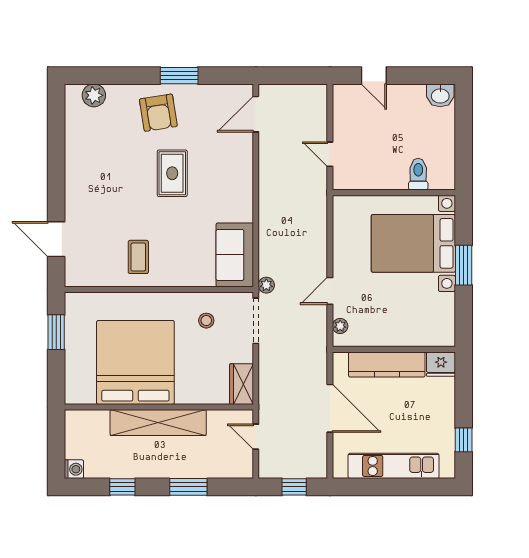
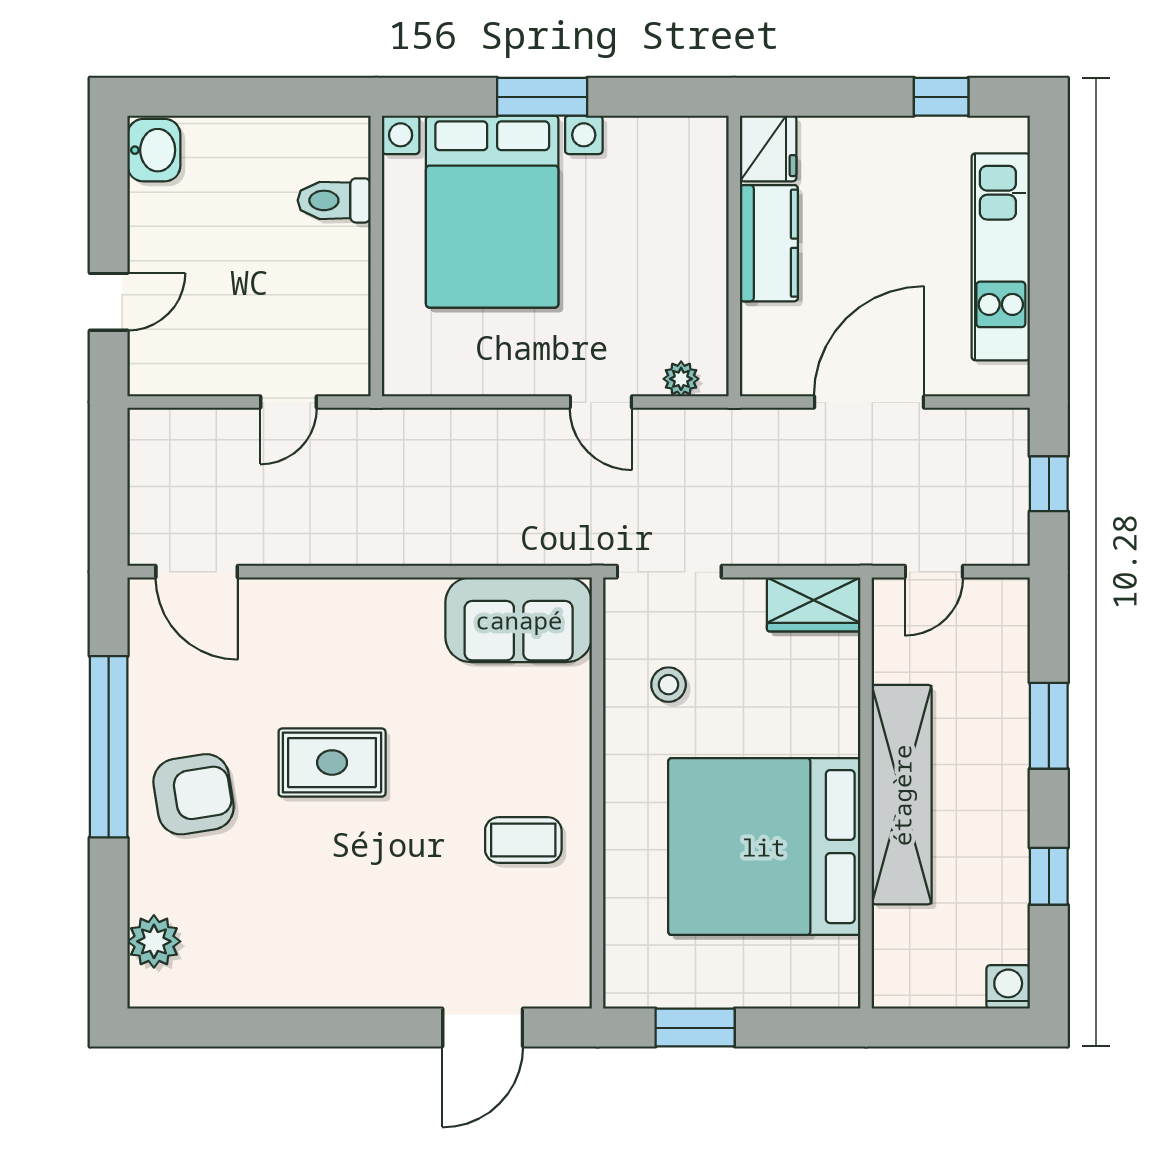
window: (179, 76) -> (109, 747), width x2.11
plant: (266, 285) -> (588, 548), removed
kitchen counter: (387, 364) -> (769, 243), width x0.67

